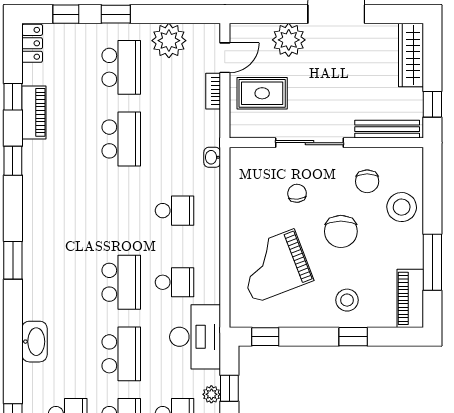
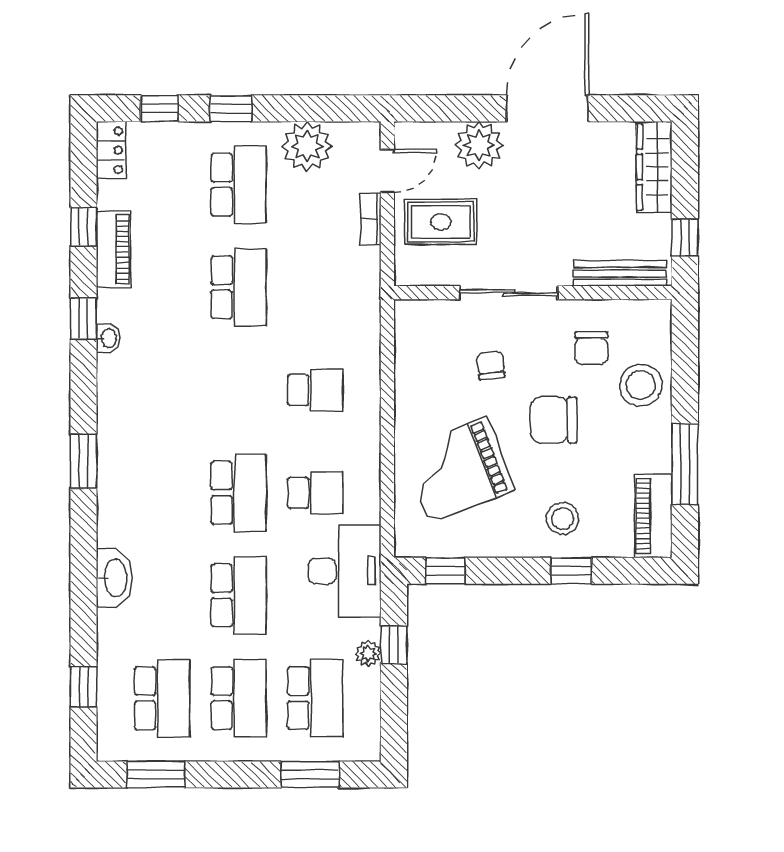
washbasin: (212, 157) -> (108, 338), moved, turned 180
chair: (341, 231) -> (554, 420), turned 90

